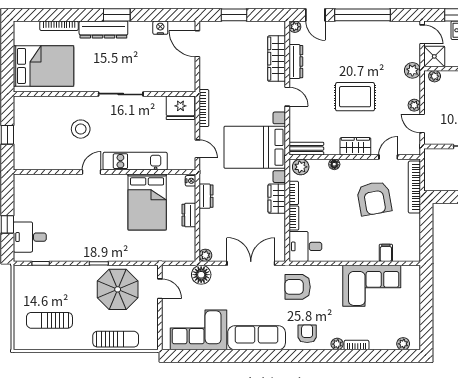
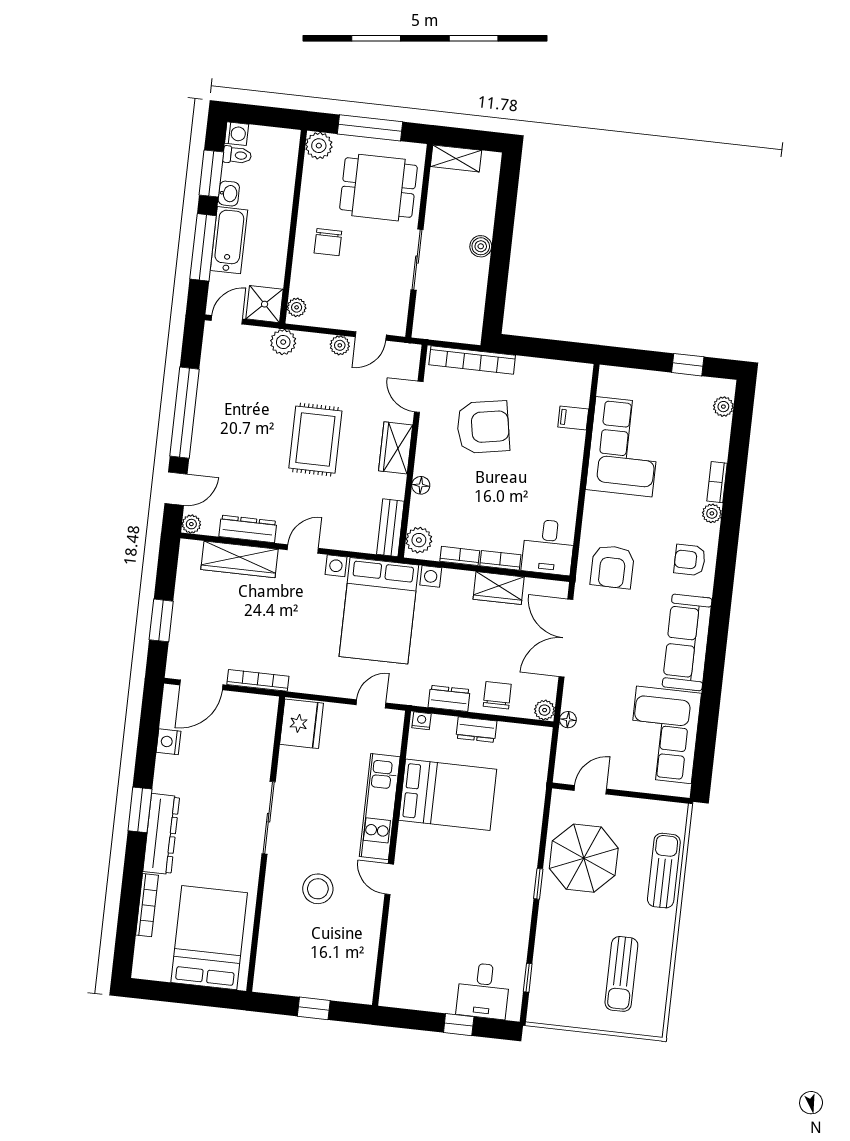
bookcase: (204, 108) -> (258, 680), moved
wardrobe: (277, 199) -> (499, 588), moved
chair: (211, 225) -> (497, 695), added
floor lamp: (201, 275) -> (568, 720), width x0.53, depth x0.53
window: (426, 319) -> (688, 365), added

